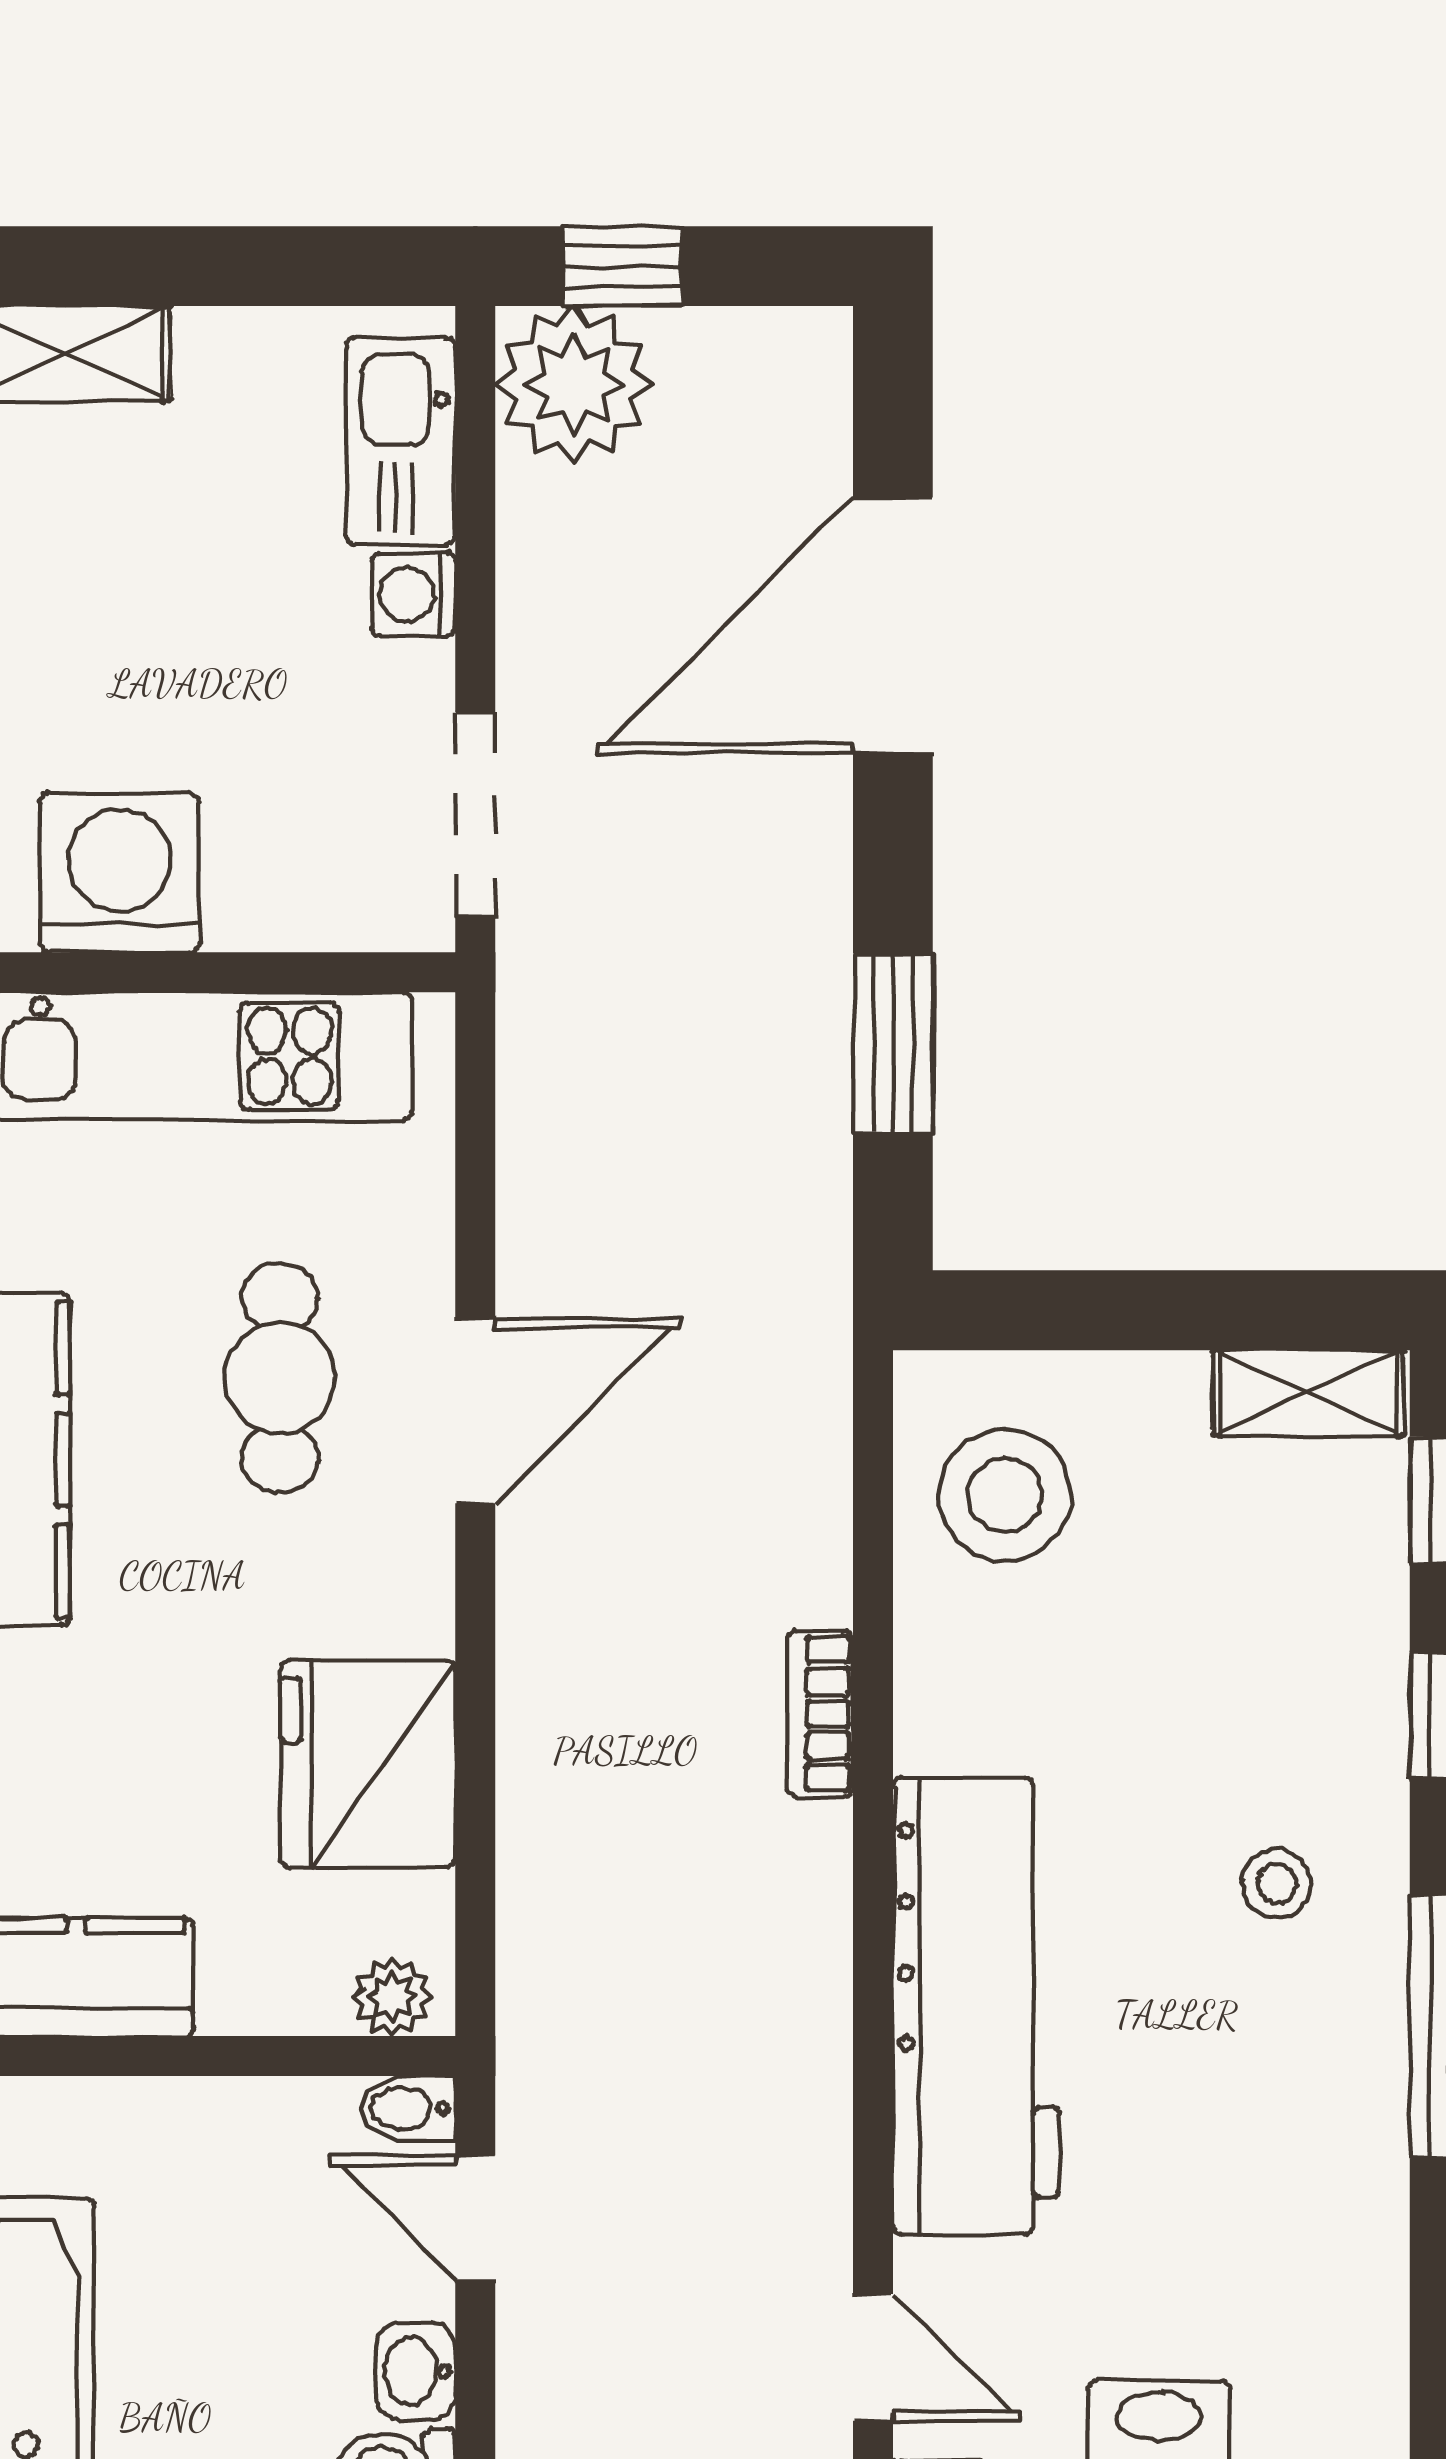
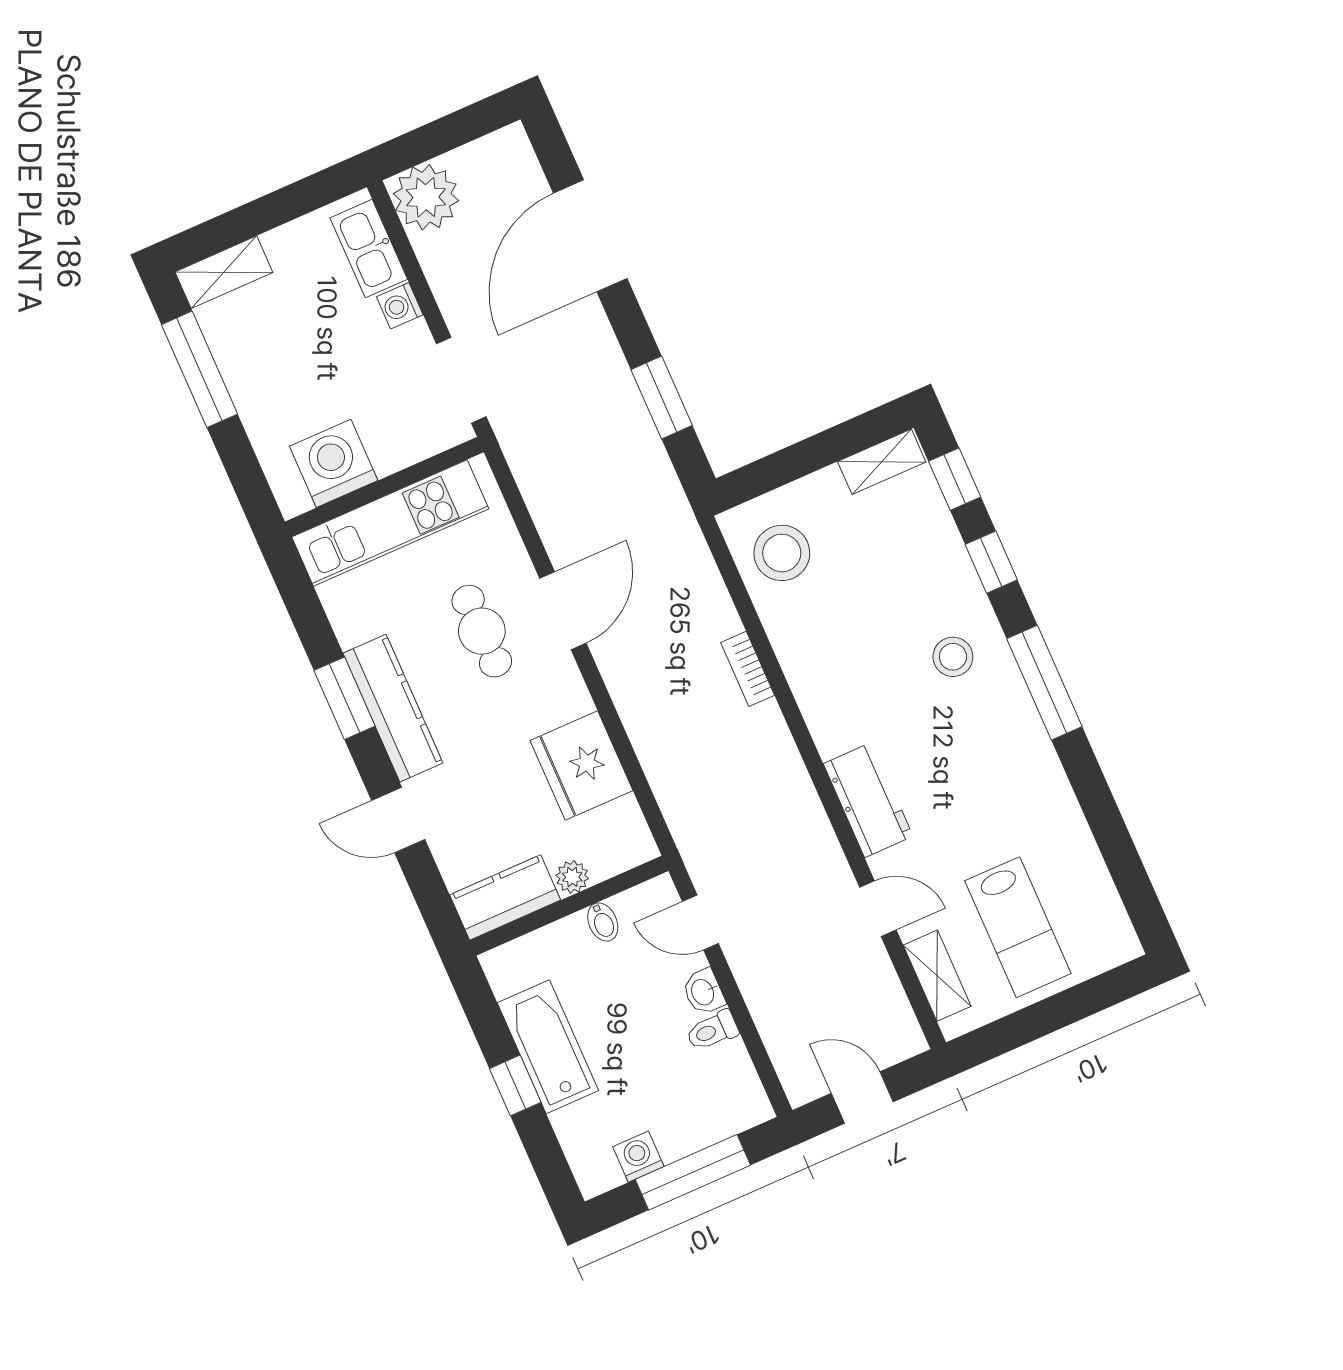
window: (622, 266) -> (425, 143), removed
stool: (1276, 1884) -> (953, 657), width x1.37, depth x1.37
plant: (392, 1997) -> (572, 877), moved
workbench: (976, 2006) -> (868, 800), width x0.53, depth x0.76
bidet: (408, 2108) -> (603, 922), moved, turned -90

